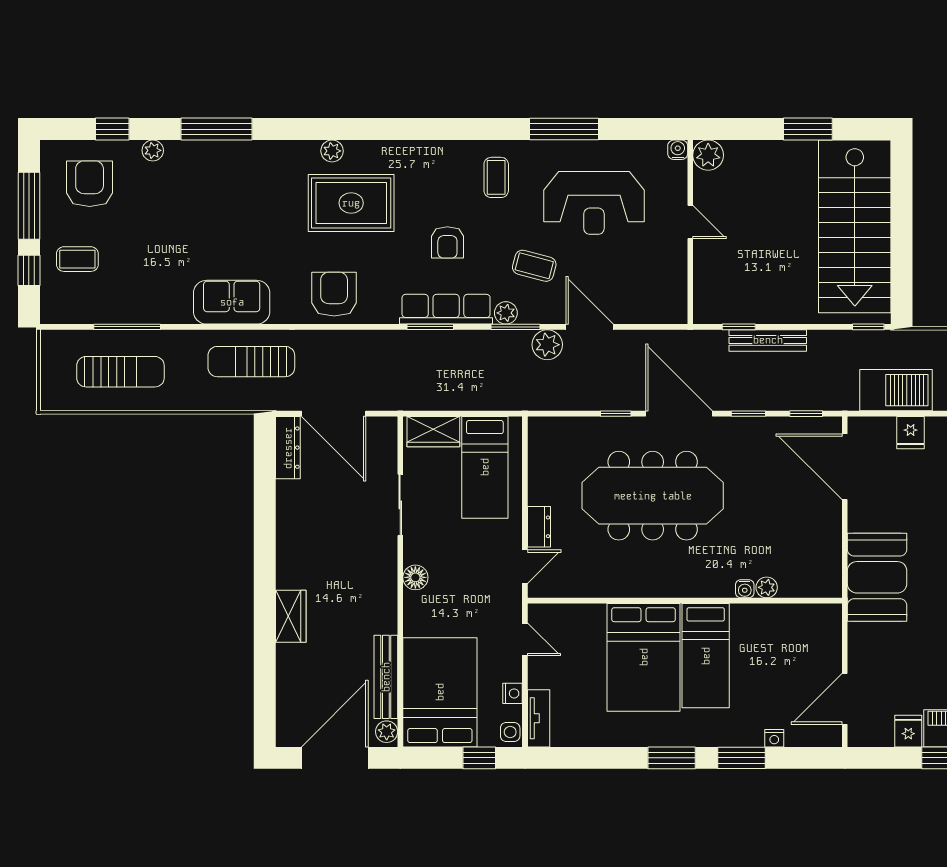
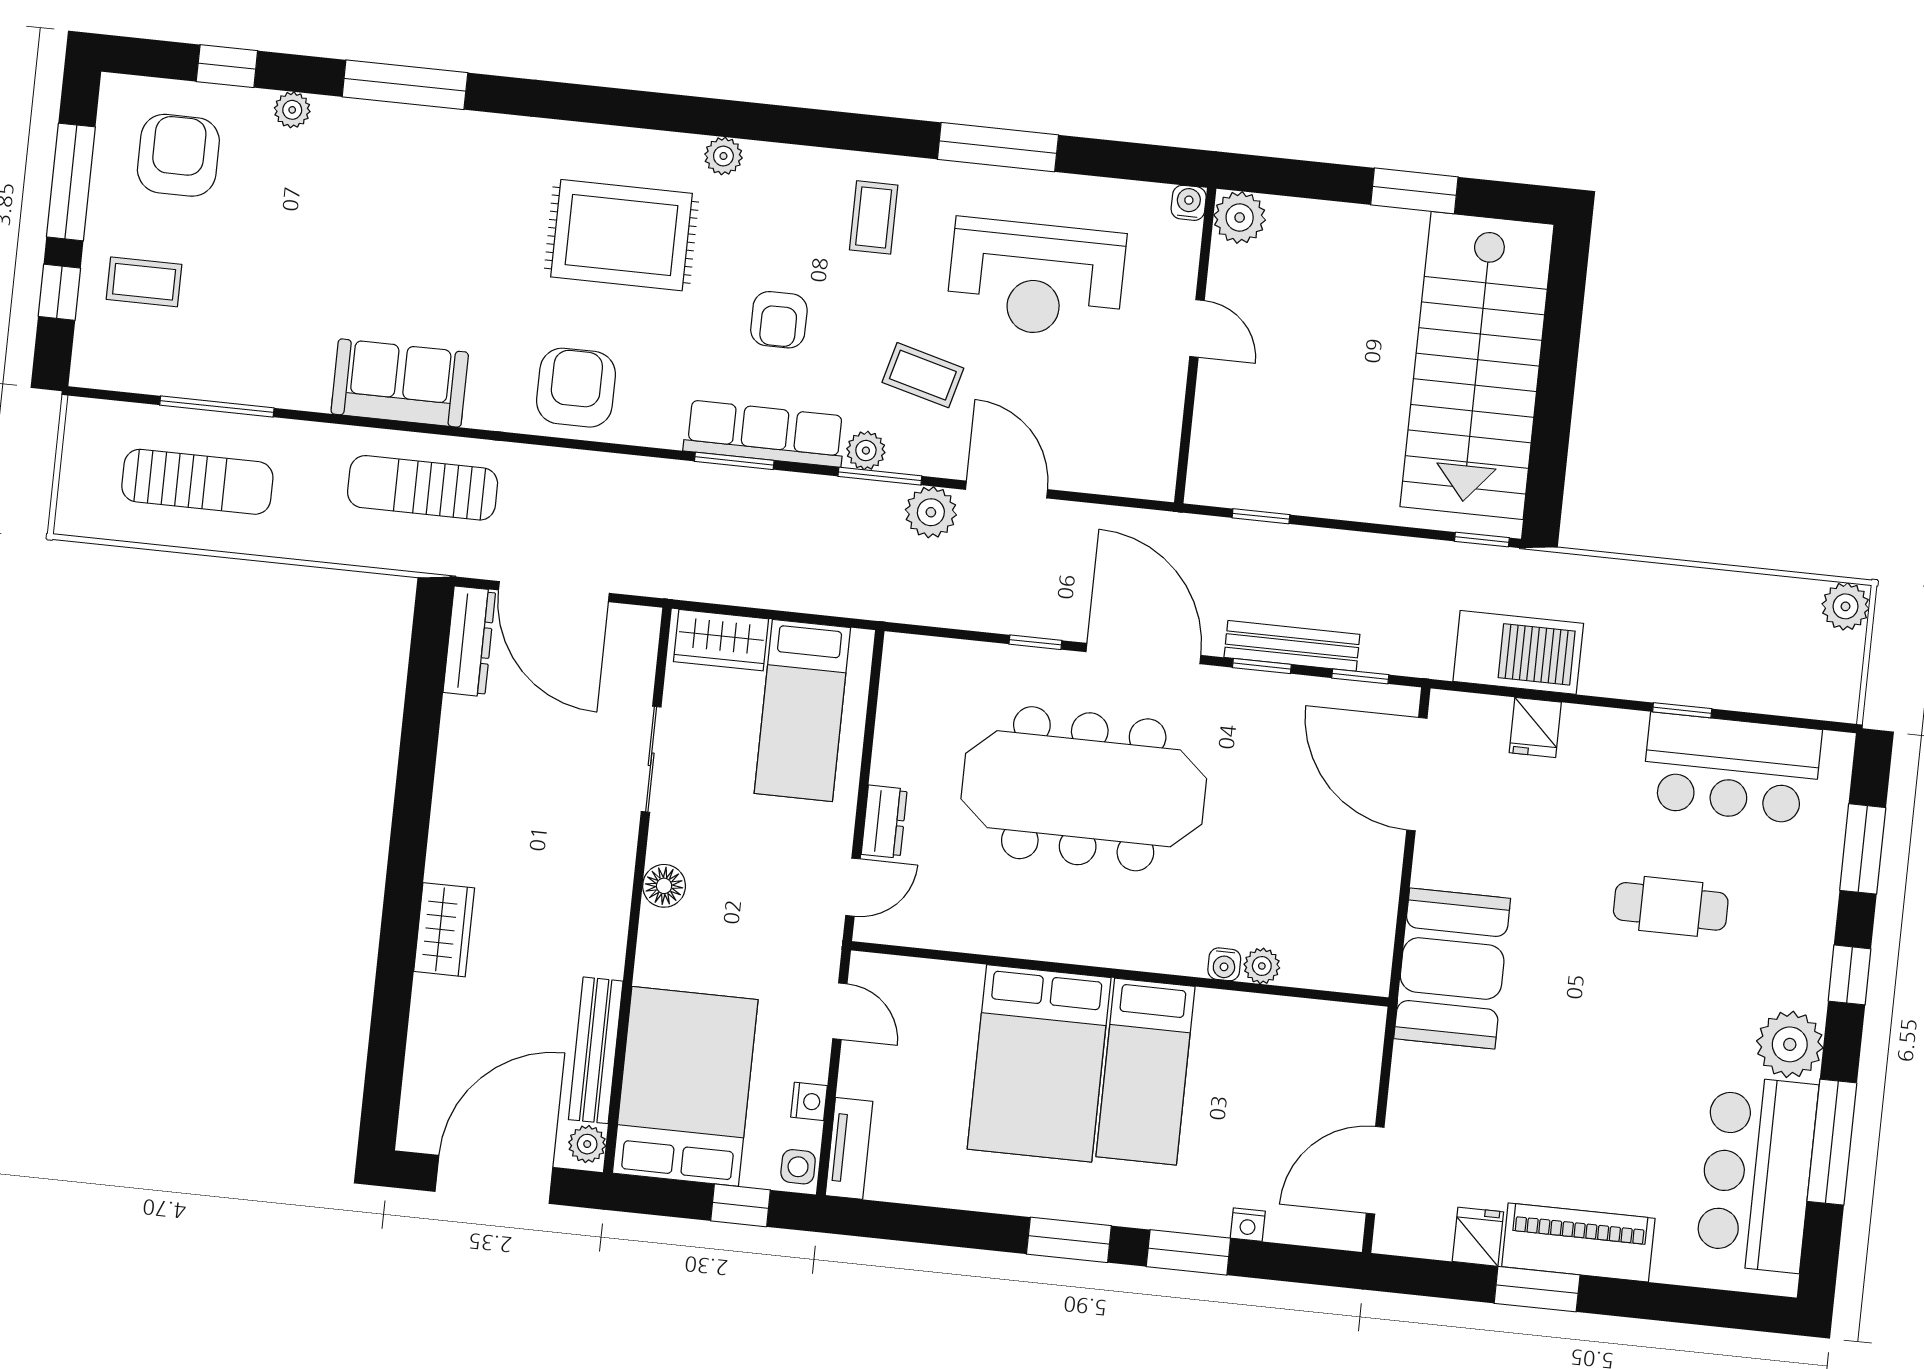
plant: (332, 151) -> (723, 156), moved
bench: (768, 340) -> (1292, 646), moved

